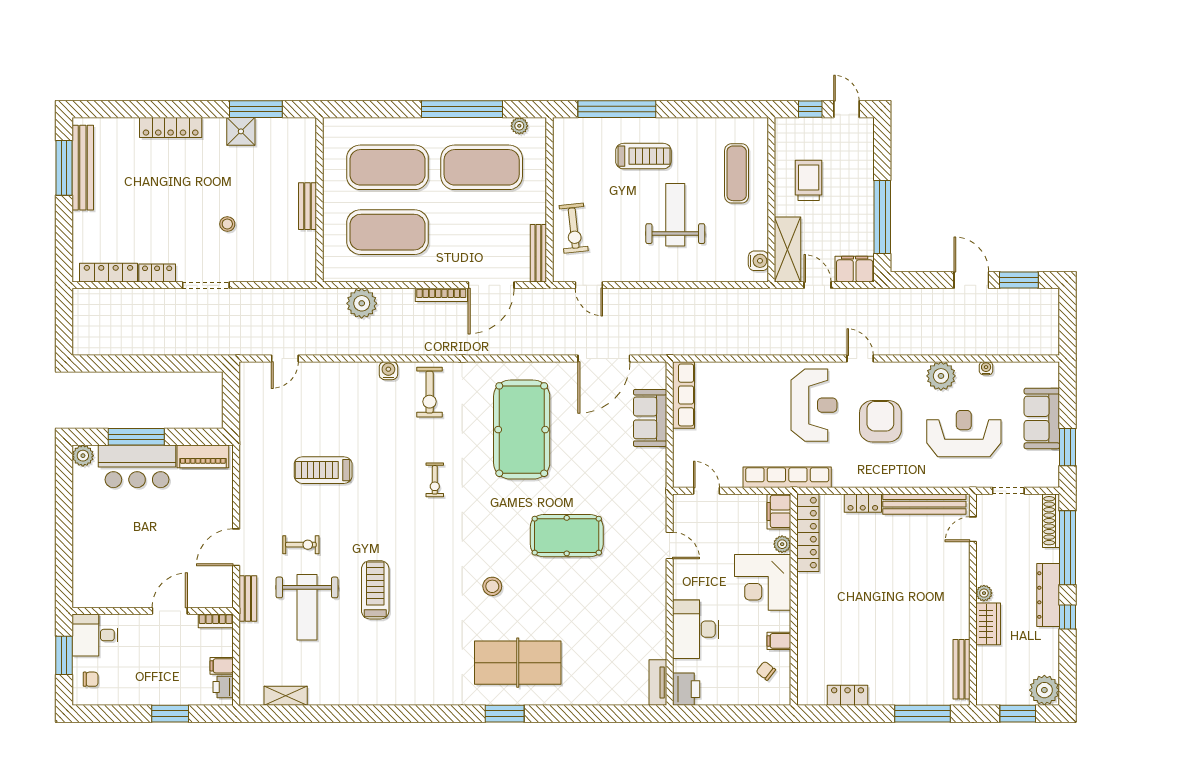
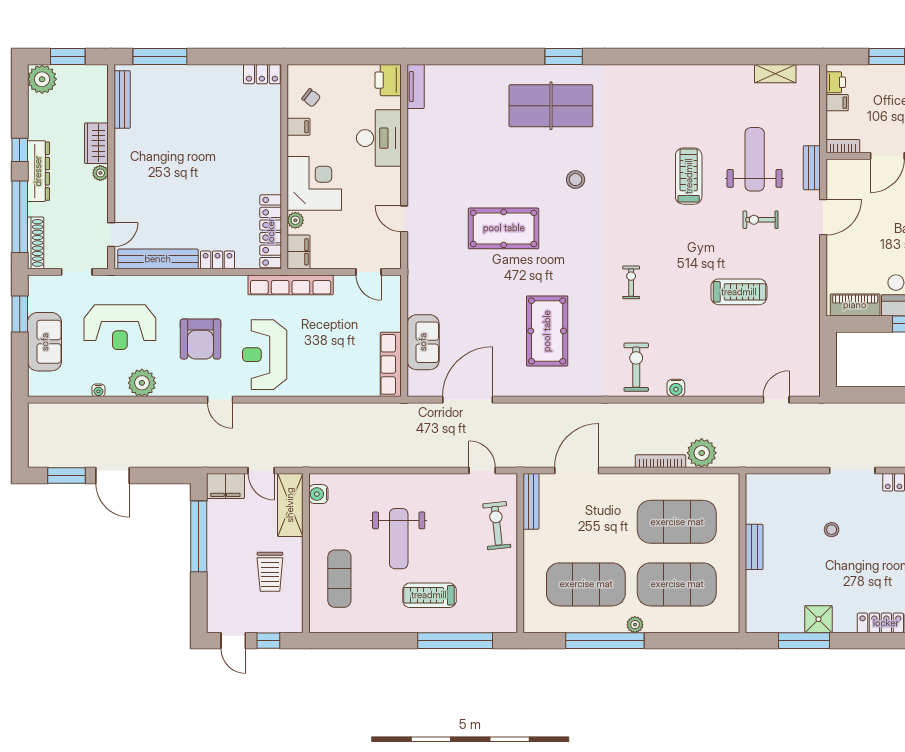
plant: (519, 126) -> (635, 625), moved
bookcase: (441, 295) -> (660, 461), moved
pool table: (522, 430) -> (547, 331), width x0.73, depth x0.76
treadmill: (375, 590) -> (689, 176), turned 180
locker: (848, 695) -> (262, 74), moved

